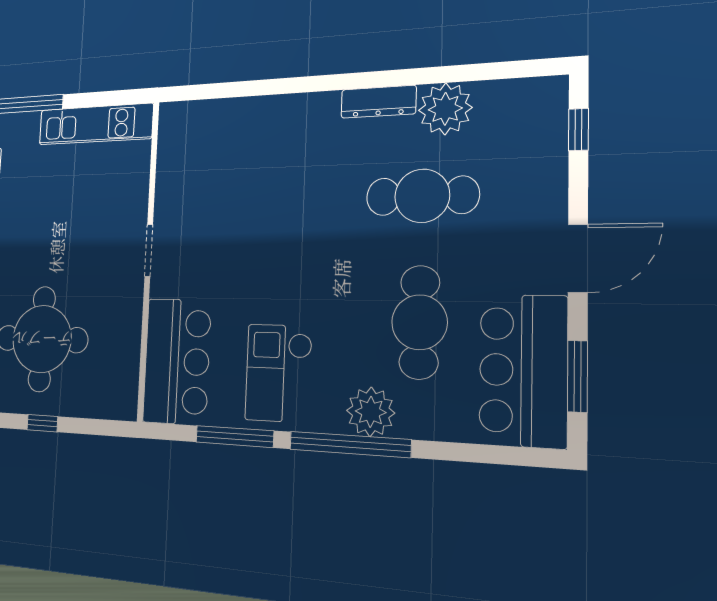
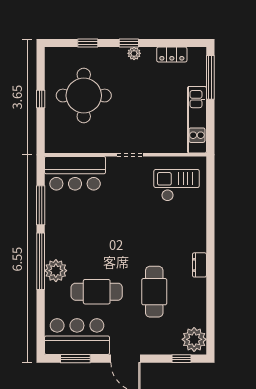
dresser: (378, 102) -> (199, 265), width x0.70
plant: (445, 109) -> (194, 339), moved
checkout: (278, 373) -> (177, 185), moved

